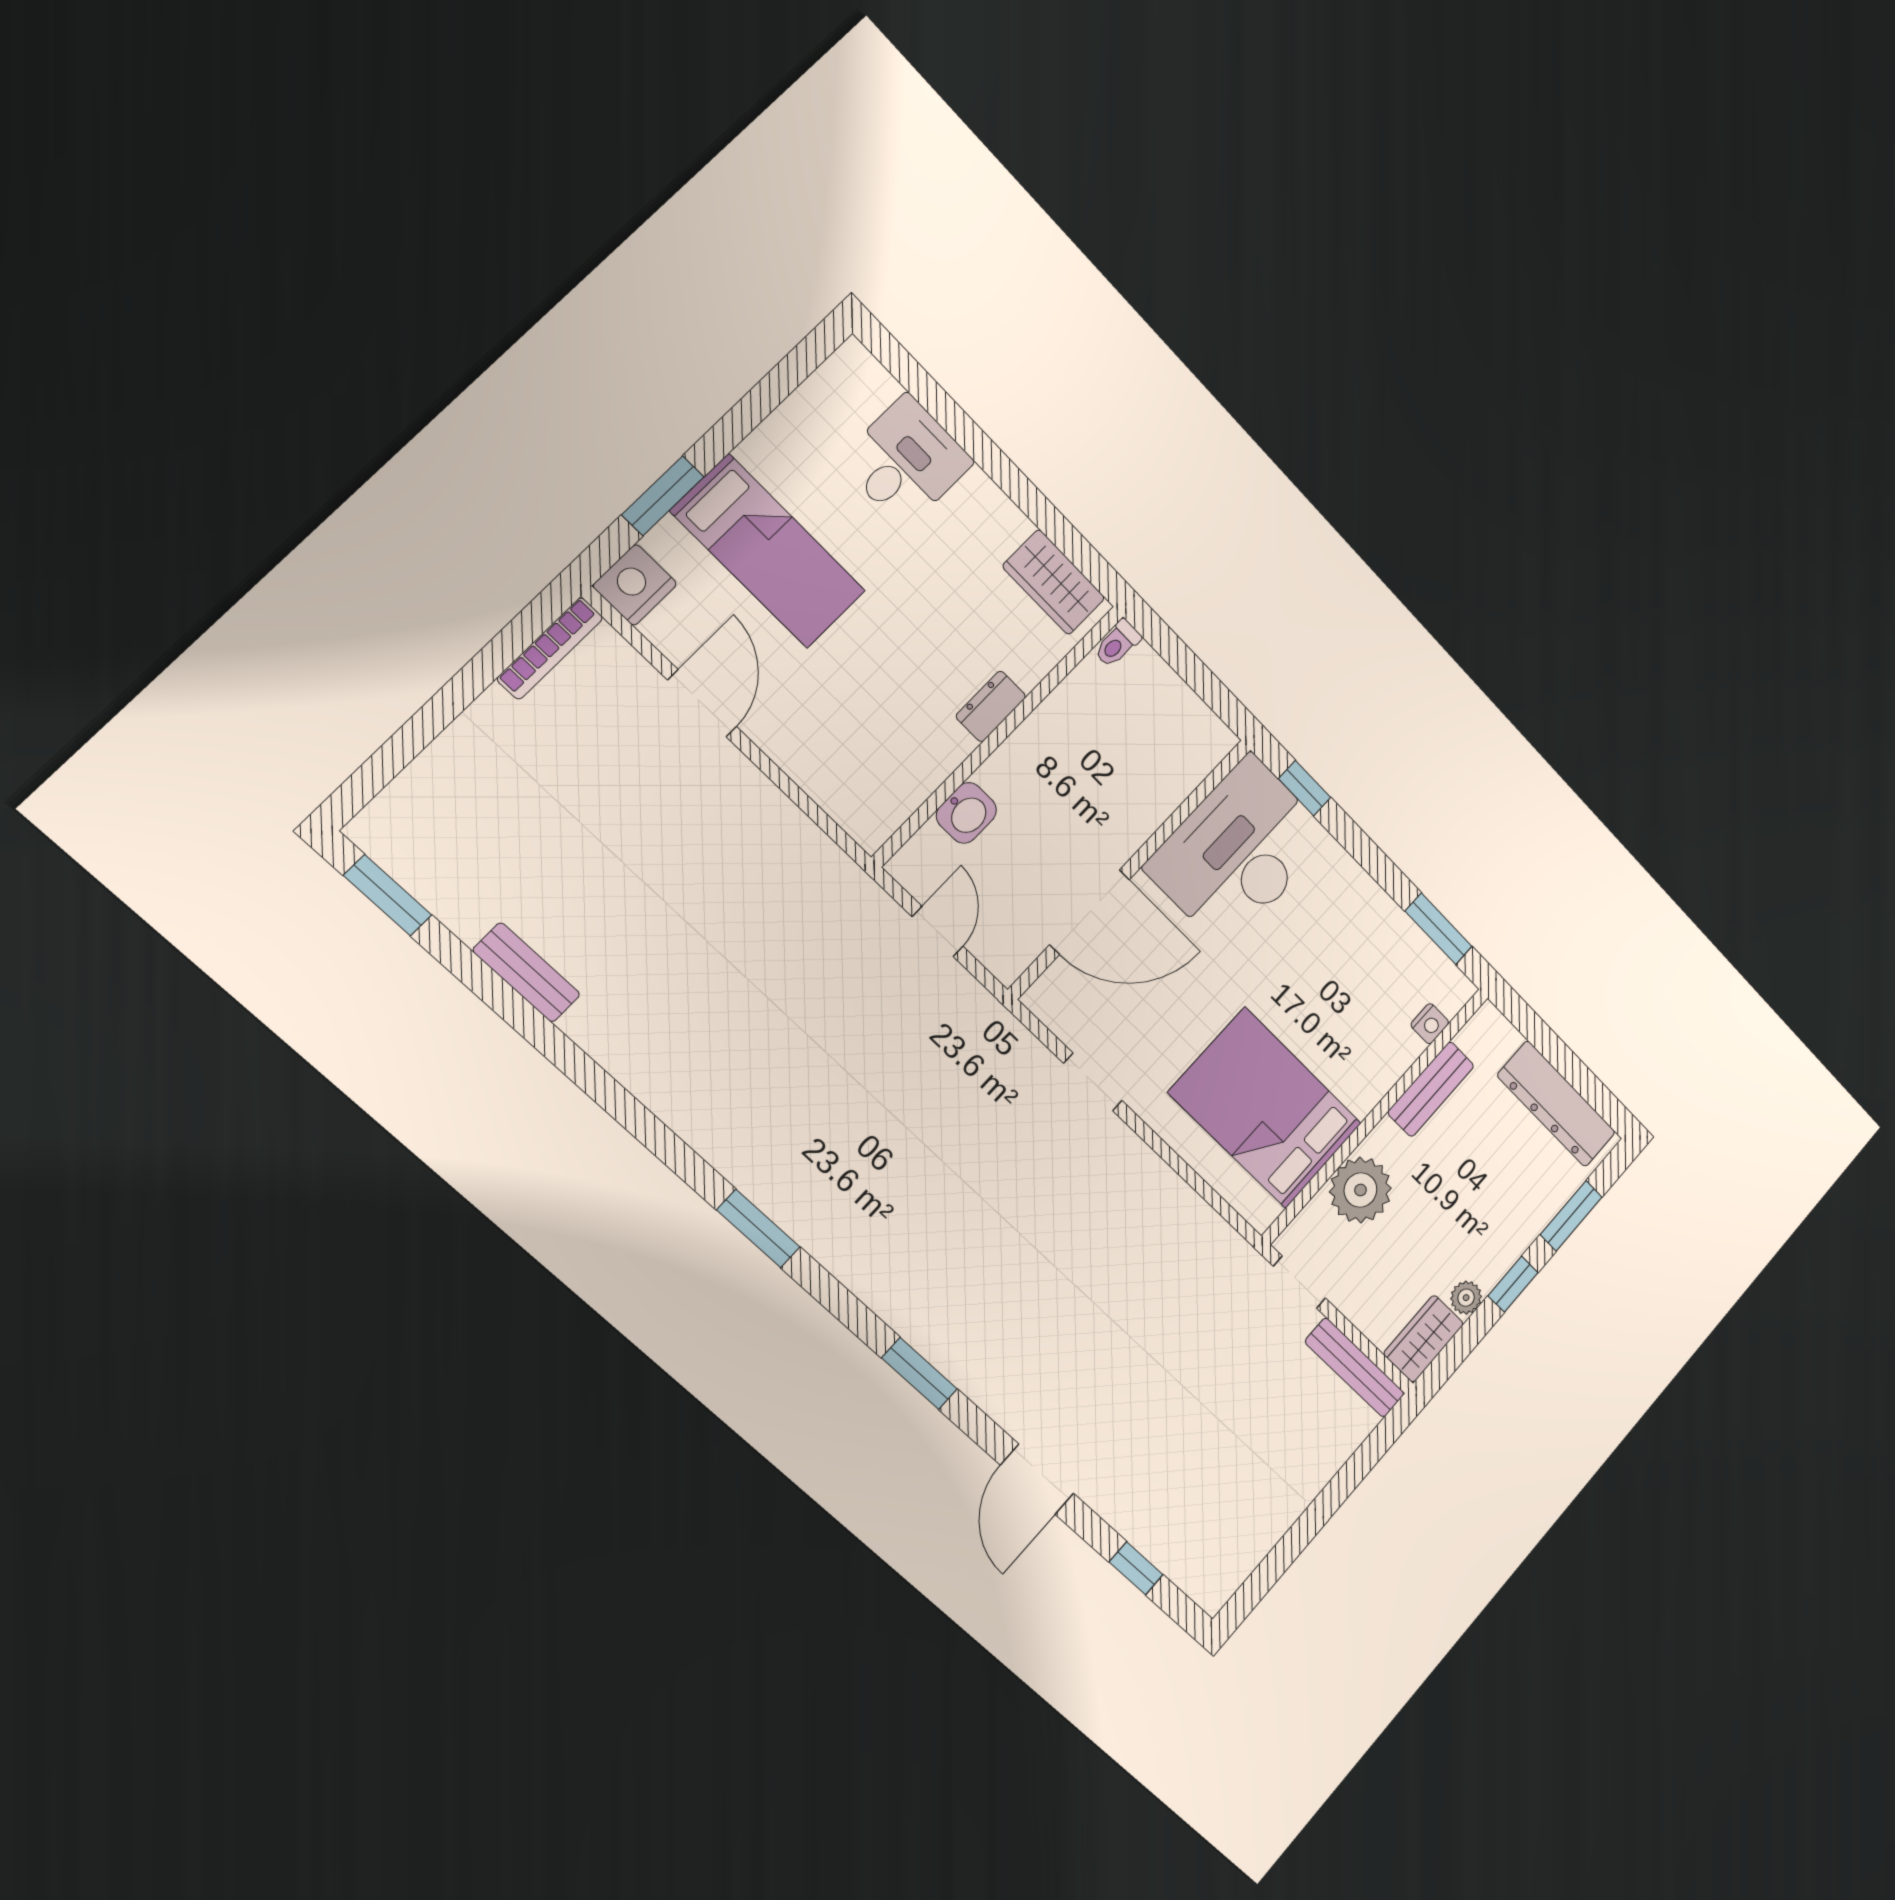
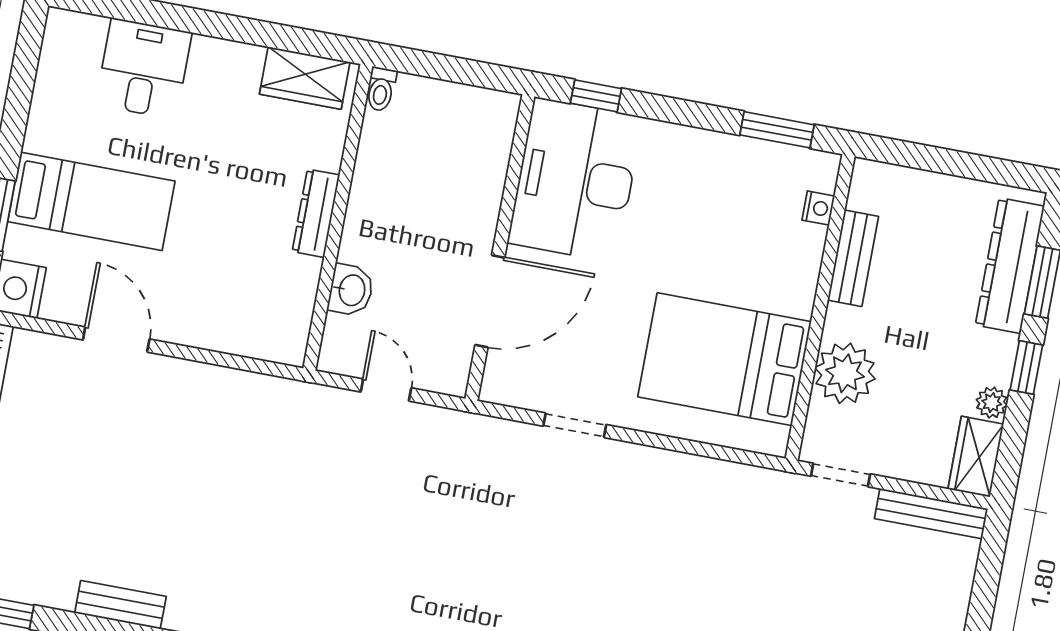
dresser: (991, 706) -> (316, 213), width x1.44
dresser: (1556, 1104) -> (1010, 266), moved, turned 90

